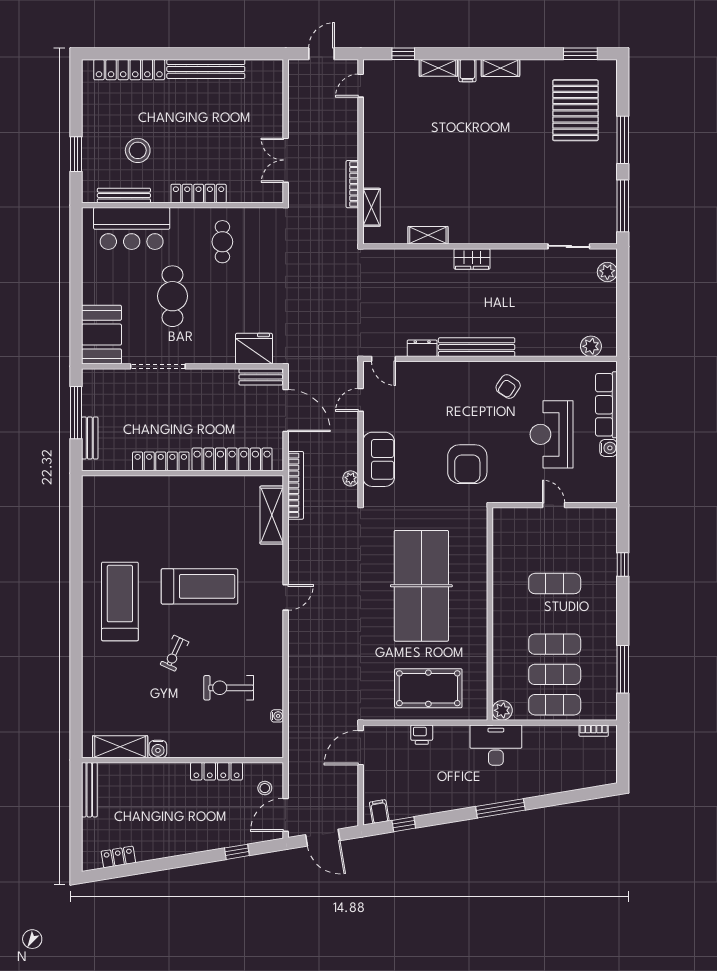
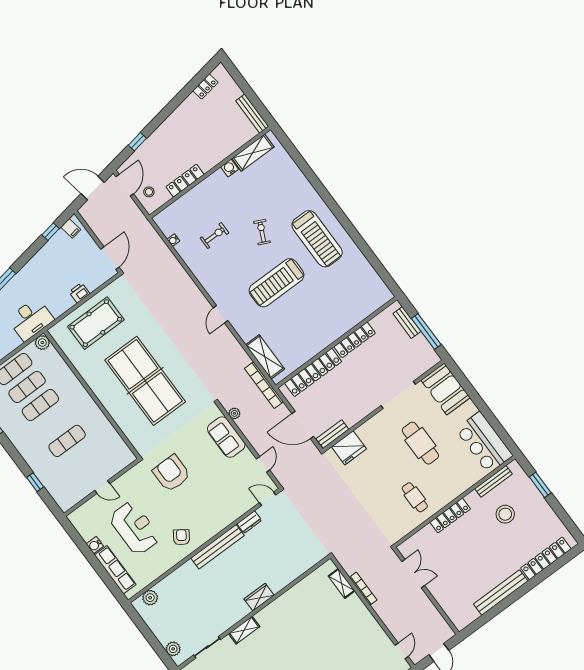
bar counter: (132, 228) -> (484, 442), moved, turned -90
shelving: (428, 235) -> (244, 630), moved
exercise bike: (229, 688) -> (215, 235), width x0.73, depth x0.72

